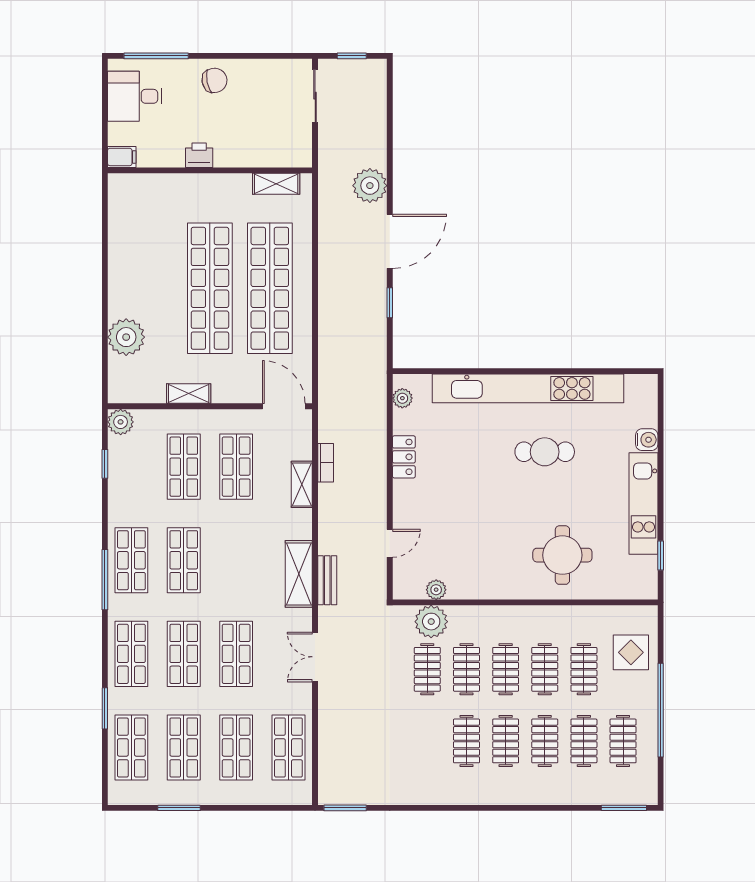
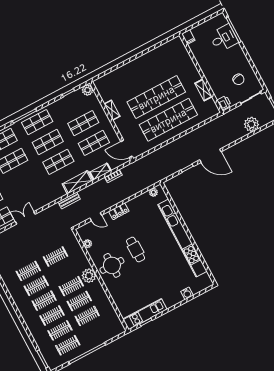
chair: (214, 80) -> (238, 79), moved
desk: (135, 96) -> (224, 38), moved, turned 90
printer: (199, 155) -> (224, 103), moved
shelving: (276, 184) -> (203, 90), moved
plant: (370, 186) -> (251, 124), moved
plant: (126, 337) -> (121, 75), removed
door: (284, 406) -> (126, 149), swing flipped
cafe table: (545, 452) -> (136, 250), moved
locker: (404, 457) -> (119, 211), moved
kitchen unit: (643, 504) -> (145, 314), moved
round table: (562, 555) -> (112, 265), moved
shelving: (299, 574) -> (77, 182), moved
plant: (431, 622) -> (89, 276), moved
display table: (631, 652) -> (103, 330), removed
shop shelf: (236, 654) -> (58, 162), moved
double door: (315, 657) -> (25, 218), moved
clothes rail: (466, 669) -> (28, 271), moved

